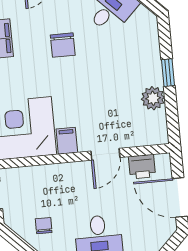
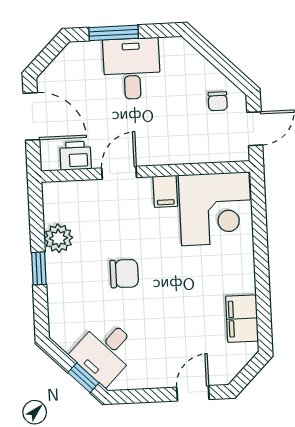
chair: (63, 45) -> (124, 274), moved, turned 90
chair: (44, 226) -> (218, 101), moved

